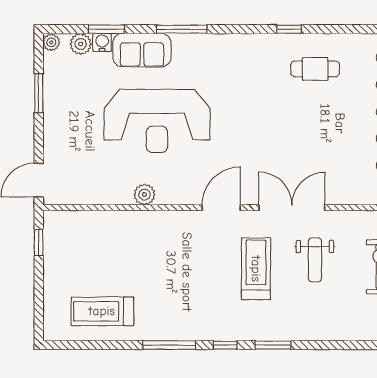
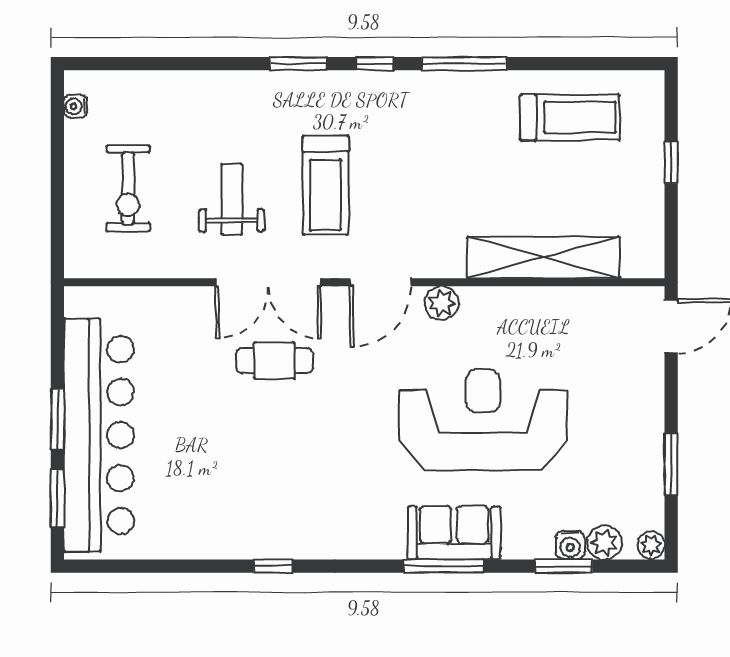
sofa: (142, 50) -> (454, 533), moved
cafe table: (315, 69) -> (274, 361), moved
plant: (145, 195) -> (442, 303), moved
shelving: (119, 223) -> (543, 257), added
window: (39, 242) -> (671, 162), moved

